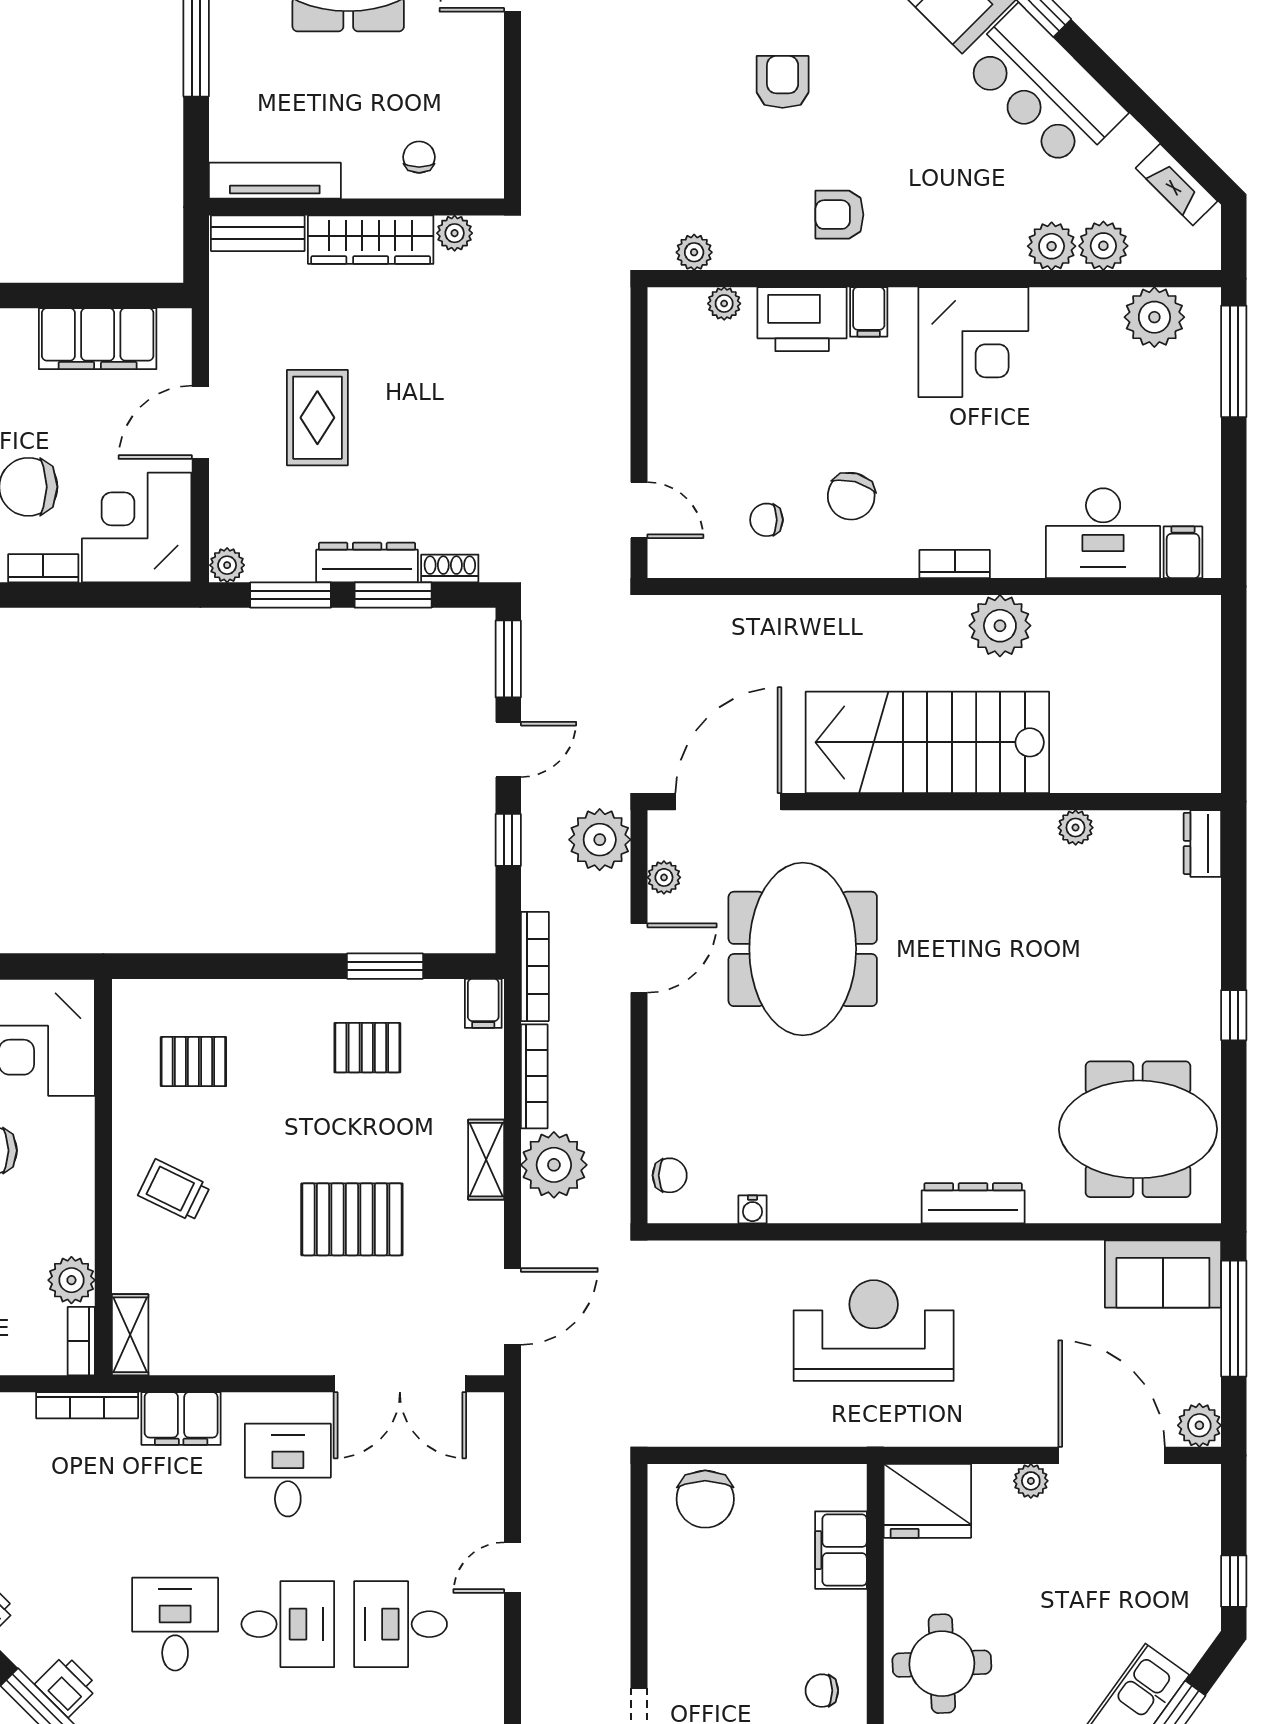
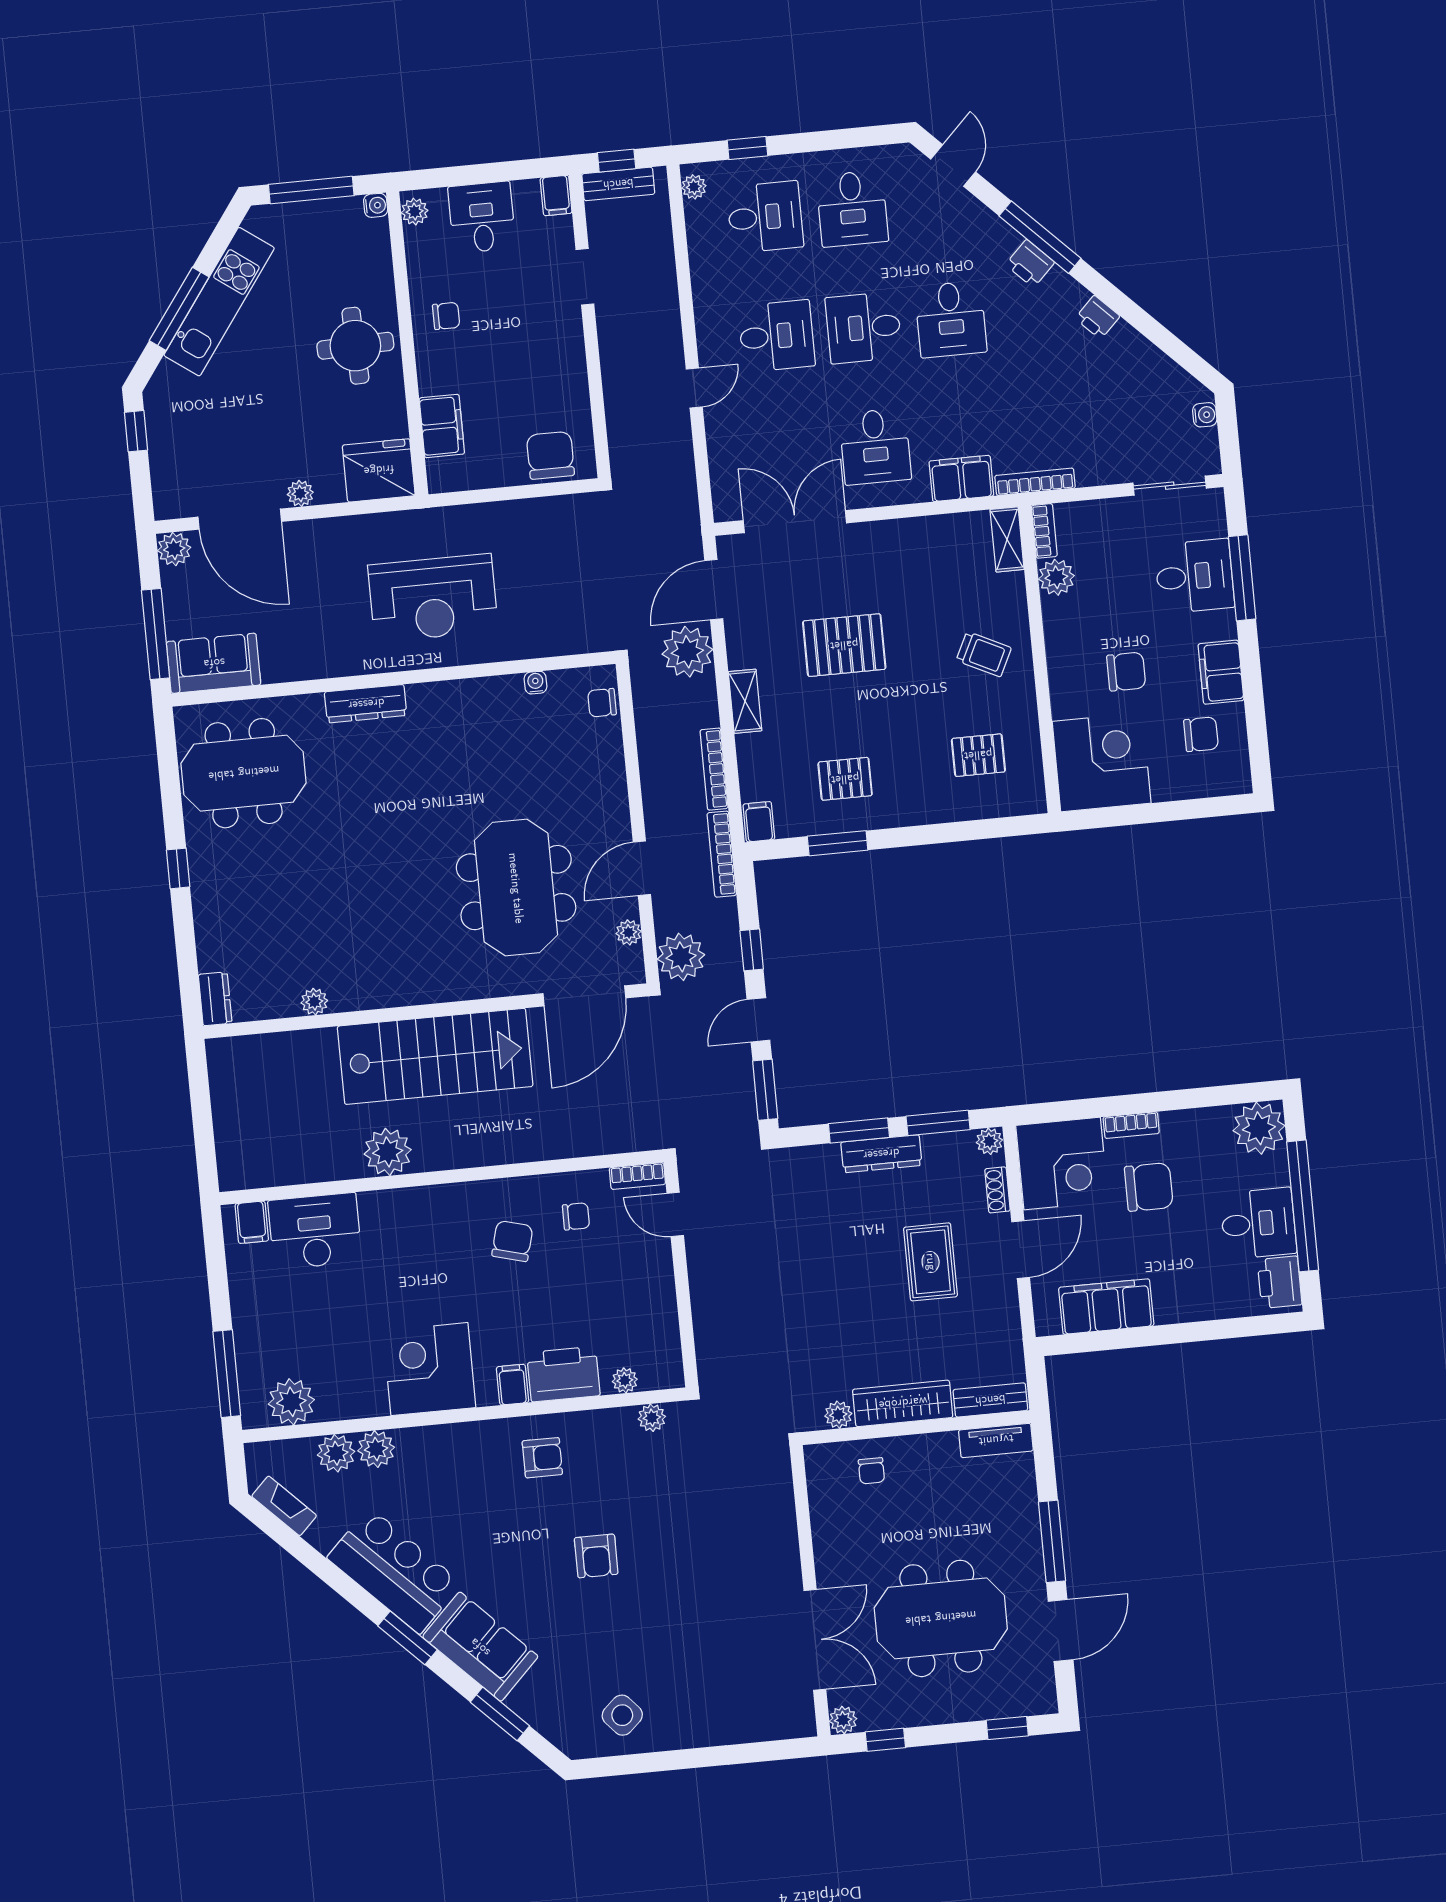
tv unit: (275, 181) -> (996, 1440), width x0.71
bookcase: (955, 564) -> (637, 1176), moved
shoe rack: (450, 568) -> (997, 1190), moved, turned 90
plant: (554, 1165) -> (687, 652), moved

